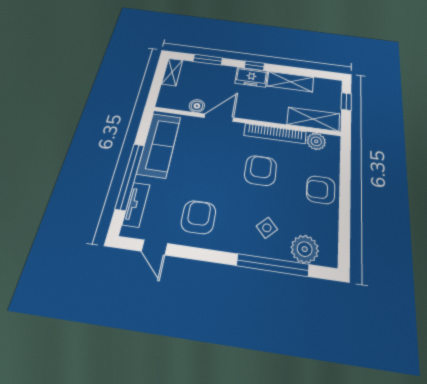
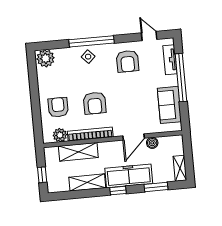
freezer: (251, 77) -> (129, 176), width x1.91, depth x1.26
shelving: (313, 119) -> (78, 152), moved
sofa: (159, 145) -> (169, 105), width x0.73
armchair: (321, 190) -> (58, 107), moved, turned -90
side table: (267, 228) -> (88, 57), moved
plant: (305, 249) -> (46, 58), moved
window: (273, 265) -> (92, 41), moved

